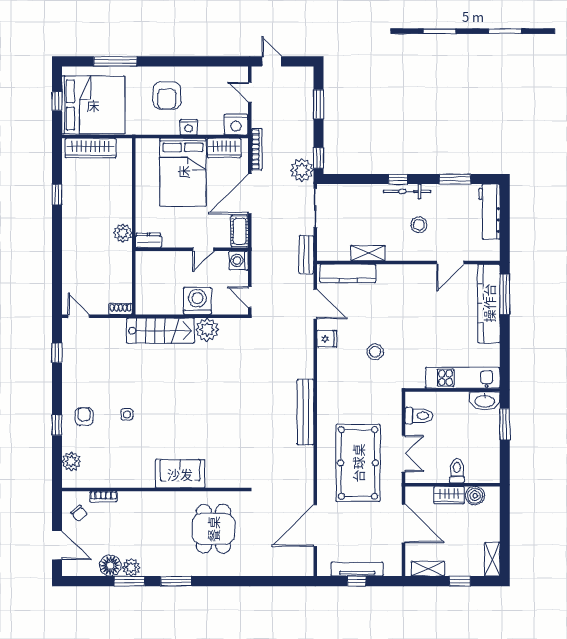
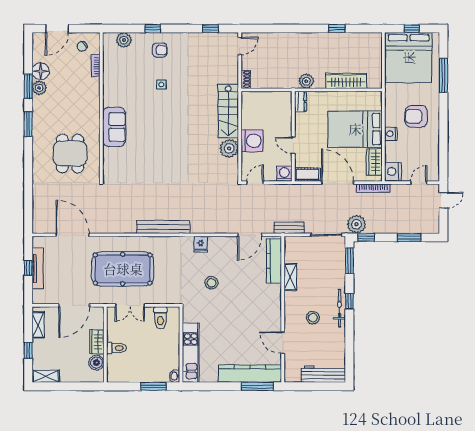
wardrobe: (91, 148) -> (346, 81), moved, turned 90
window: (455, 179) -> (349, 261), moved
fridge: (327, 339) -> (201, 244), moved
washbasin: (485, 401) -> (175, 376), width x0.52, depth x0.69
dining table: (213, 529) -> (70, 154), turned 90

